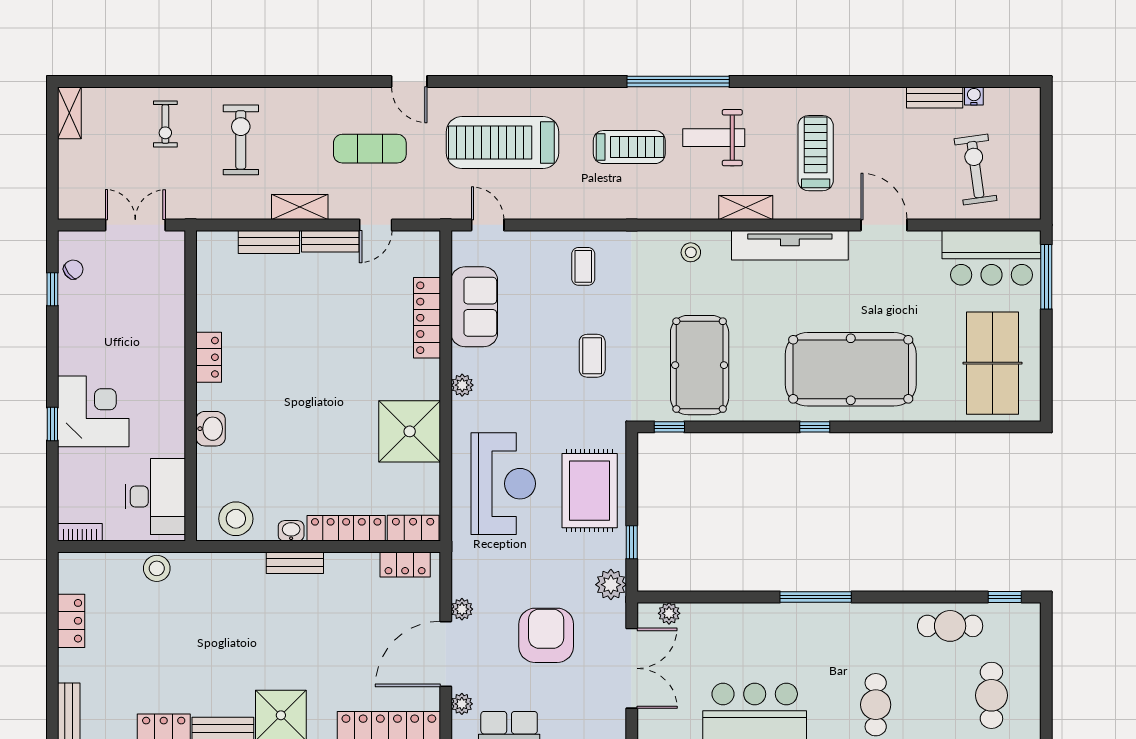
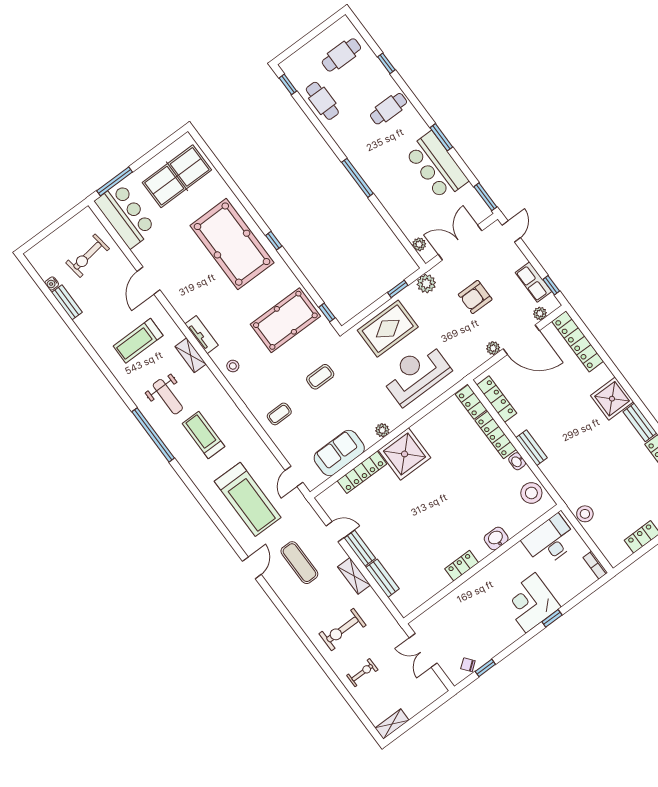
tv unit: (790, 245) -> (202, 335), width x0.52, depth x0.78
shower: (410, 431) -> (405, 454), moved
locker: (405, 564) -> (497, 399), width x1.53
armchair: (546, 635) -> (475, 297), width x0.73, depth x0.73

